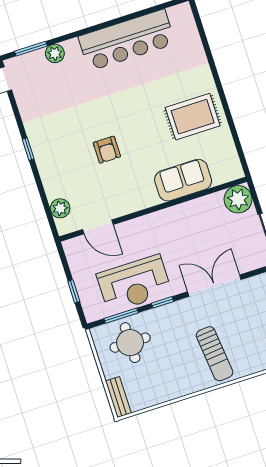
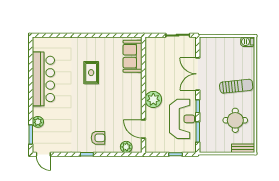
rug: (193, 117) -> (91, 73), moved, width x0.73, depth x0.70
armchair: (107, 150) -> (98, 138), moved
sofa: (183, 180) -> (133, 56), moved
plant: (238, 199) -> (153, 99), moved
door: (98, 227) -> (143, 129), swing flipped
round table: (130, 343) -> (235, 120), moved

